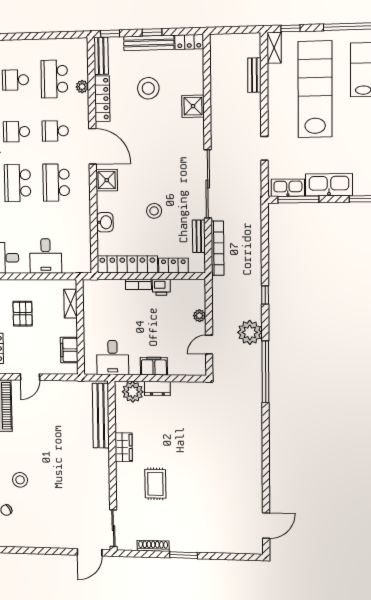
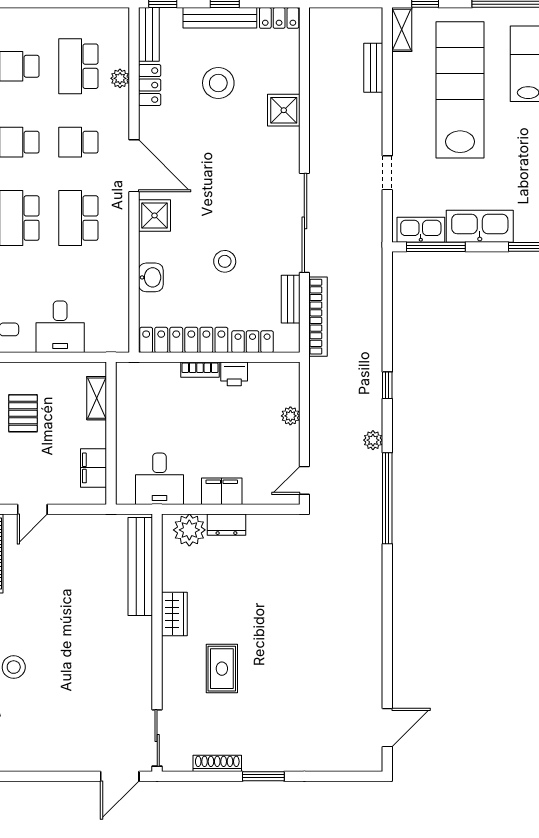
locker: (102, 99) -> (150, 85), width x0.66
plant: (250, 332) -> (373, 440), width x0.53, depth x0.53
door: (209, 345) -> (304, 480), moved

